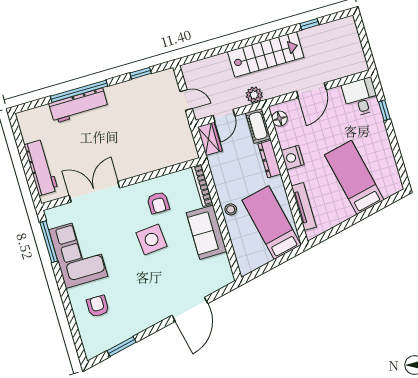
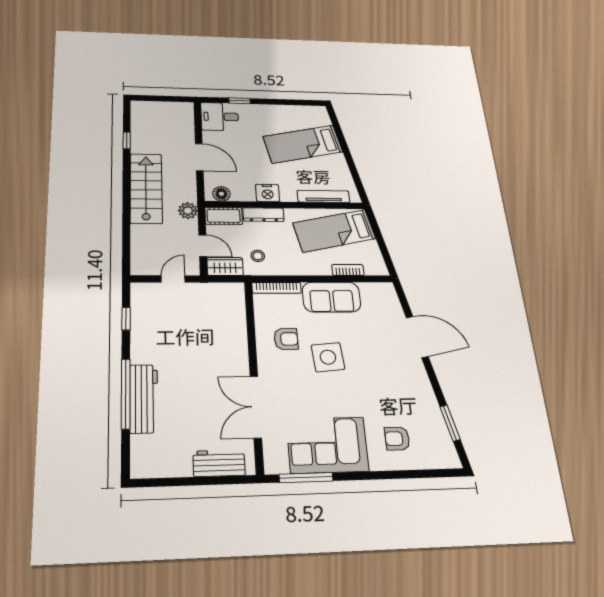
workbench: (41, 168) -> (219, 463), width x0.73
stool: (231, 209) -> (258, 256), moved
bookcase: (236, 241) -> (348, 270), added

